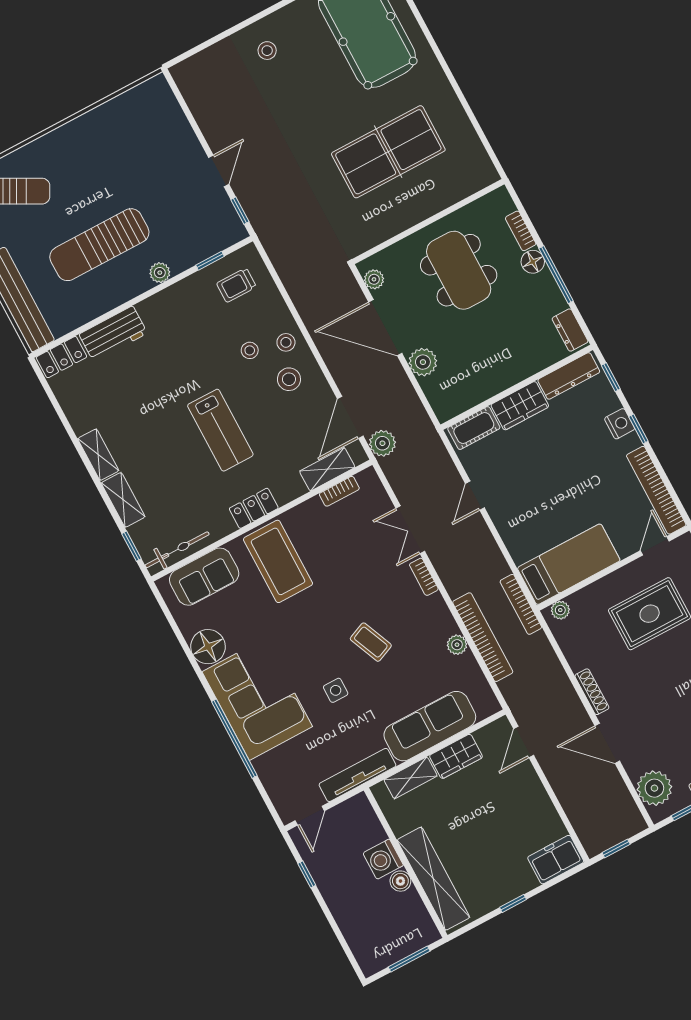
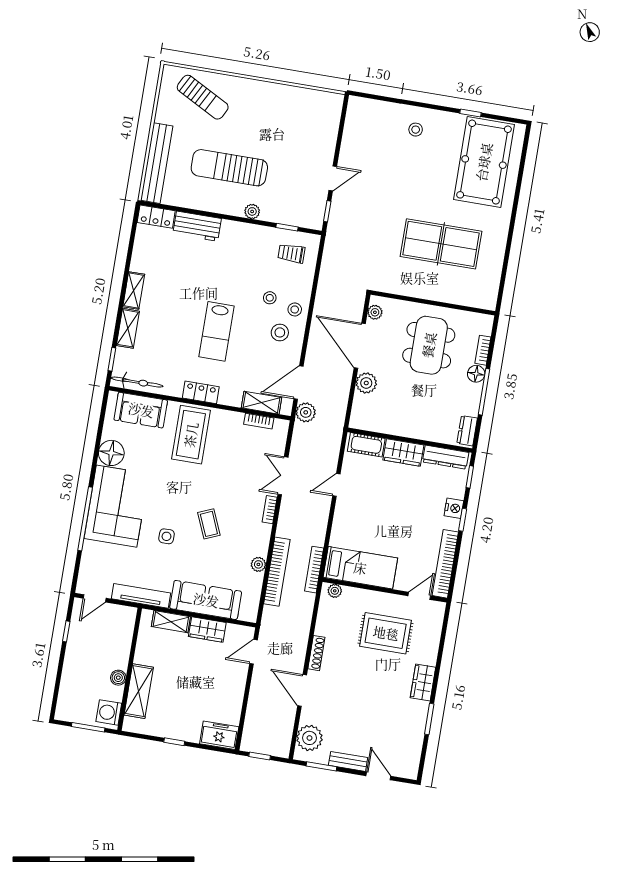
washing machine: (383, 859) -> (109, 712), moved
shelving: (433, 879) -> (139, 691), width x0.68

